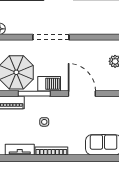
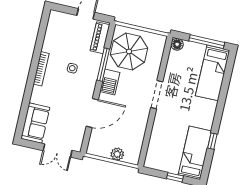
doorway: (51, 37) -> (157, 95), width x0.73
tv unit: (20, 150) -> (50, 37), removed

